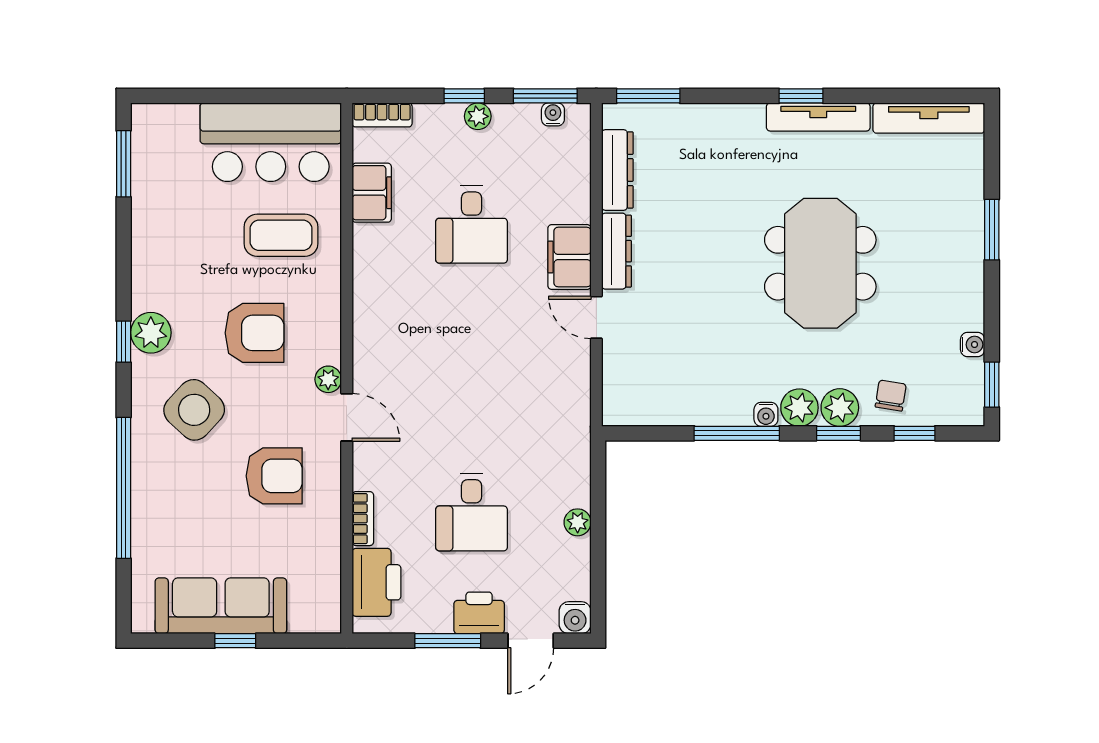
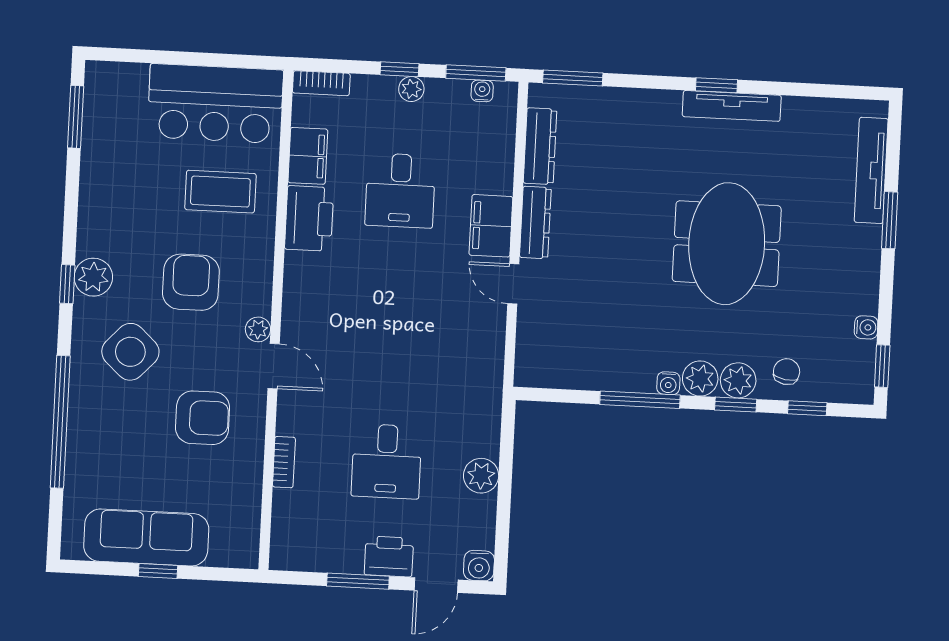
tv unit: (929, 118) -> (871, 170), moved, turned 90
armchair: (254, 333) -> (191, 282), turned -90
plant: (578, 522) -> (481, 476), width x1.38, depth x1.38
printer: (376, 582) -> (309, 218), moved

